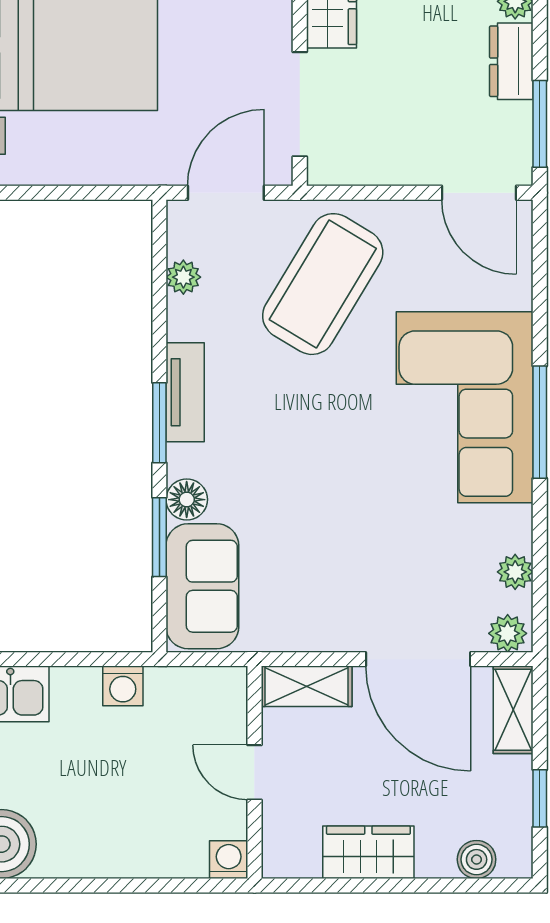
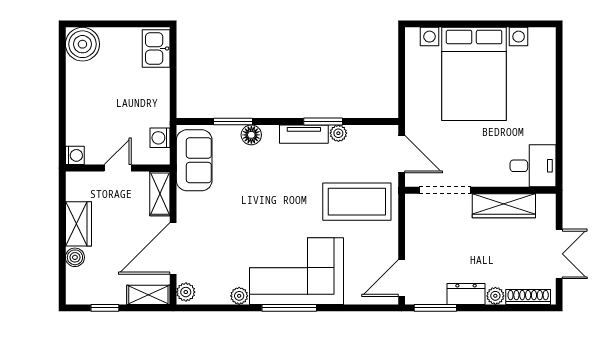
plant: (183, 277) -> (338, 133), moved
coffee table: (323, 284) -> (357, 202), turned -31
window: (159, 423) -> (323, 121), moved
plant: (515, 572) -> (239, 296), moved
sofa: (202, 586) -> (194, 160), moved, turned -90
washing machine: (123, 686) -> (160, 138), moved
boiler: (477, 859) -> (75, 257), moved

